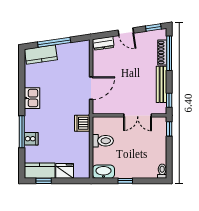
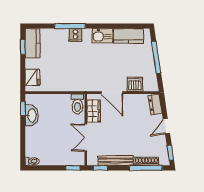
kitchen counter: (41, 55) -> (128, 36), moved, turned -82
wardrobe: (110, 107) -> (94, 111), added
dishwasher: (82, 123) -> (135, 84), moved
cooker: (31, 139) -> (75, 35), moved
toilet: (103, 141) -> (77, 104), moved
fridge: (65, 171) -> (32, 78), moved
washbasin: (103, 172) -> (32, 115), moved
window: (125, 181) -> (23, 109), moved

